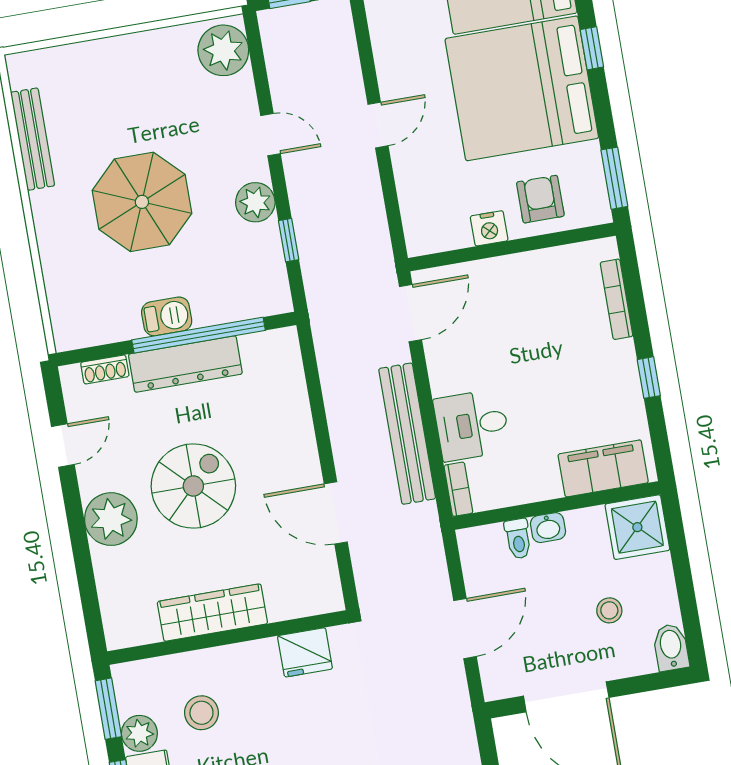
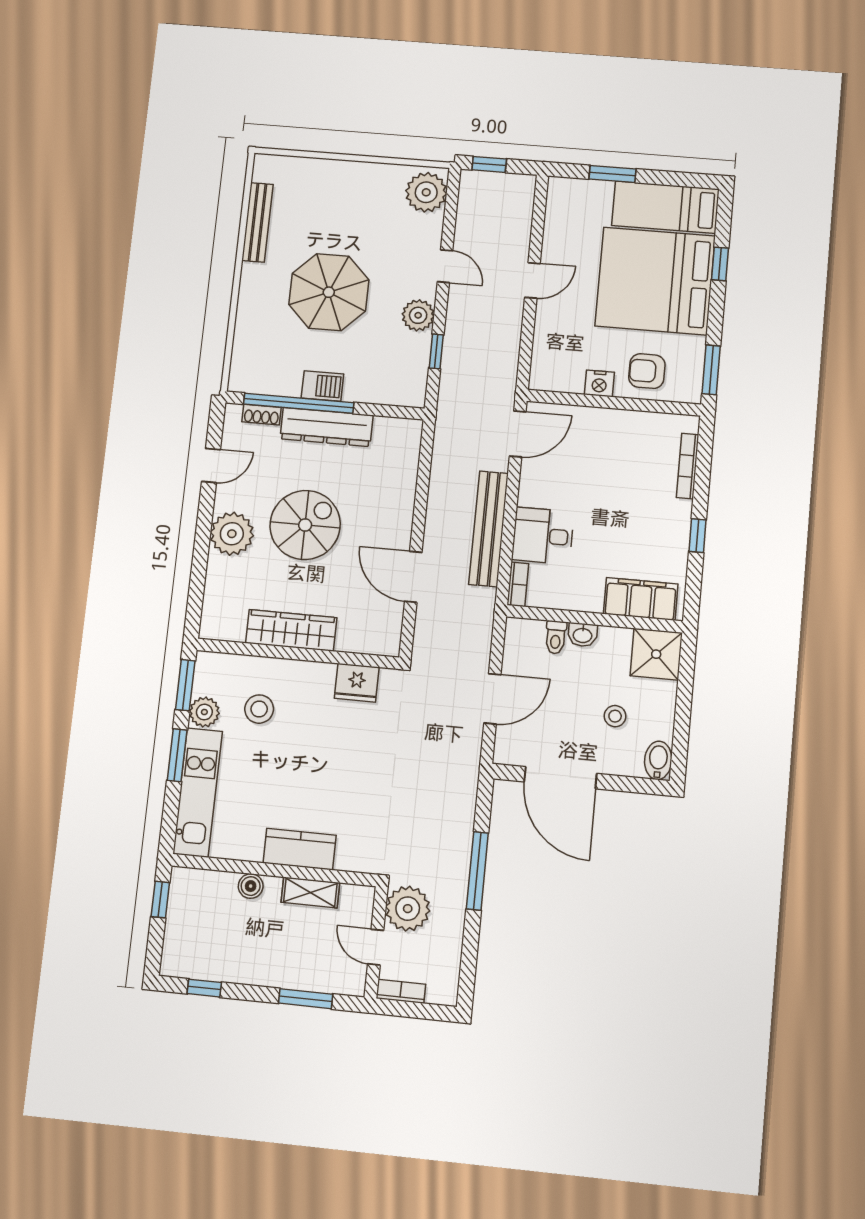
armchair: (540, 199) -> (647, 371), turned -90
window: (199, 335) -> (299, 403), moved

